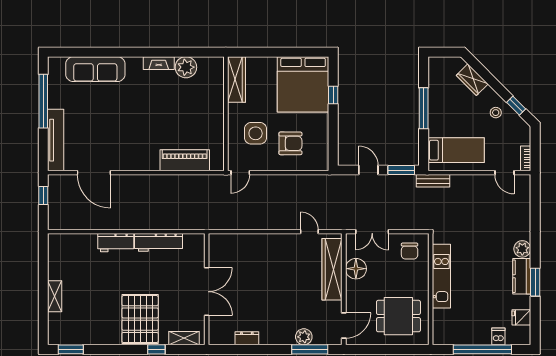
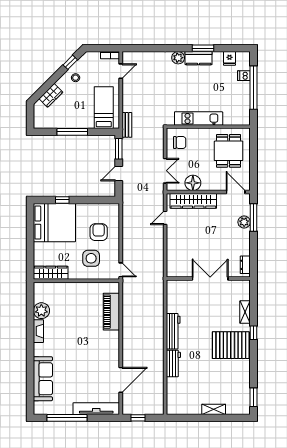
wall: (207, 289) -> (208, 278), moved
double door: (207, 292) -> (210, 278), moved

